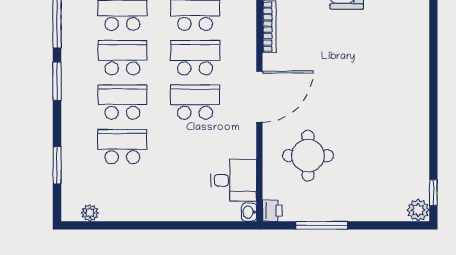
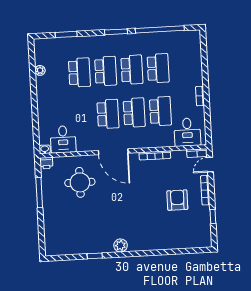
window: (433, 192) -> (95, 256), moved
plant: (418, 210) -> (121, 245), moved
plant: (90, 213) -> (40, 70), moved

